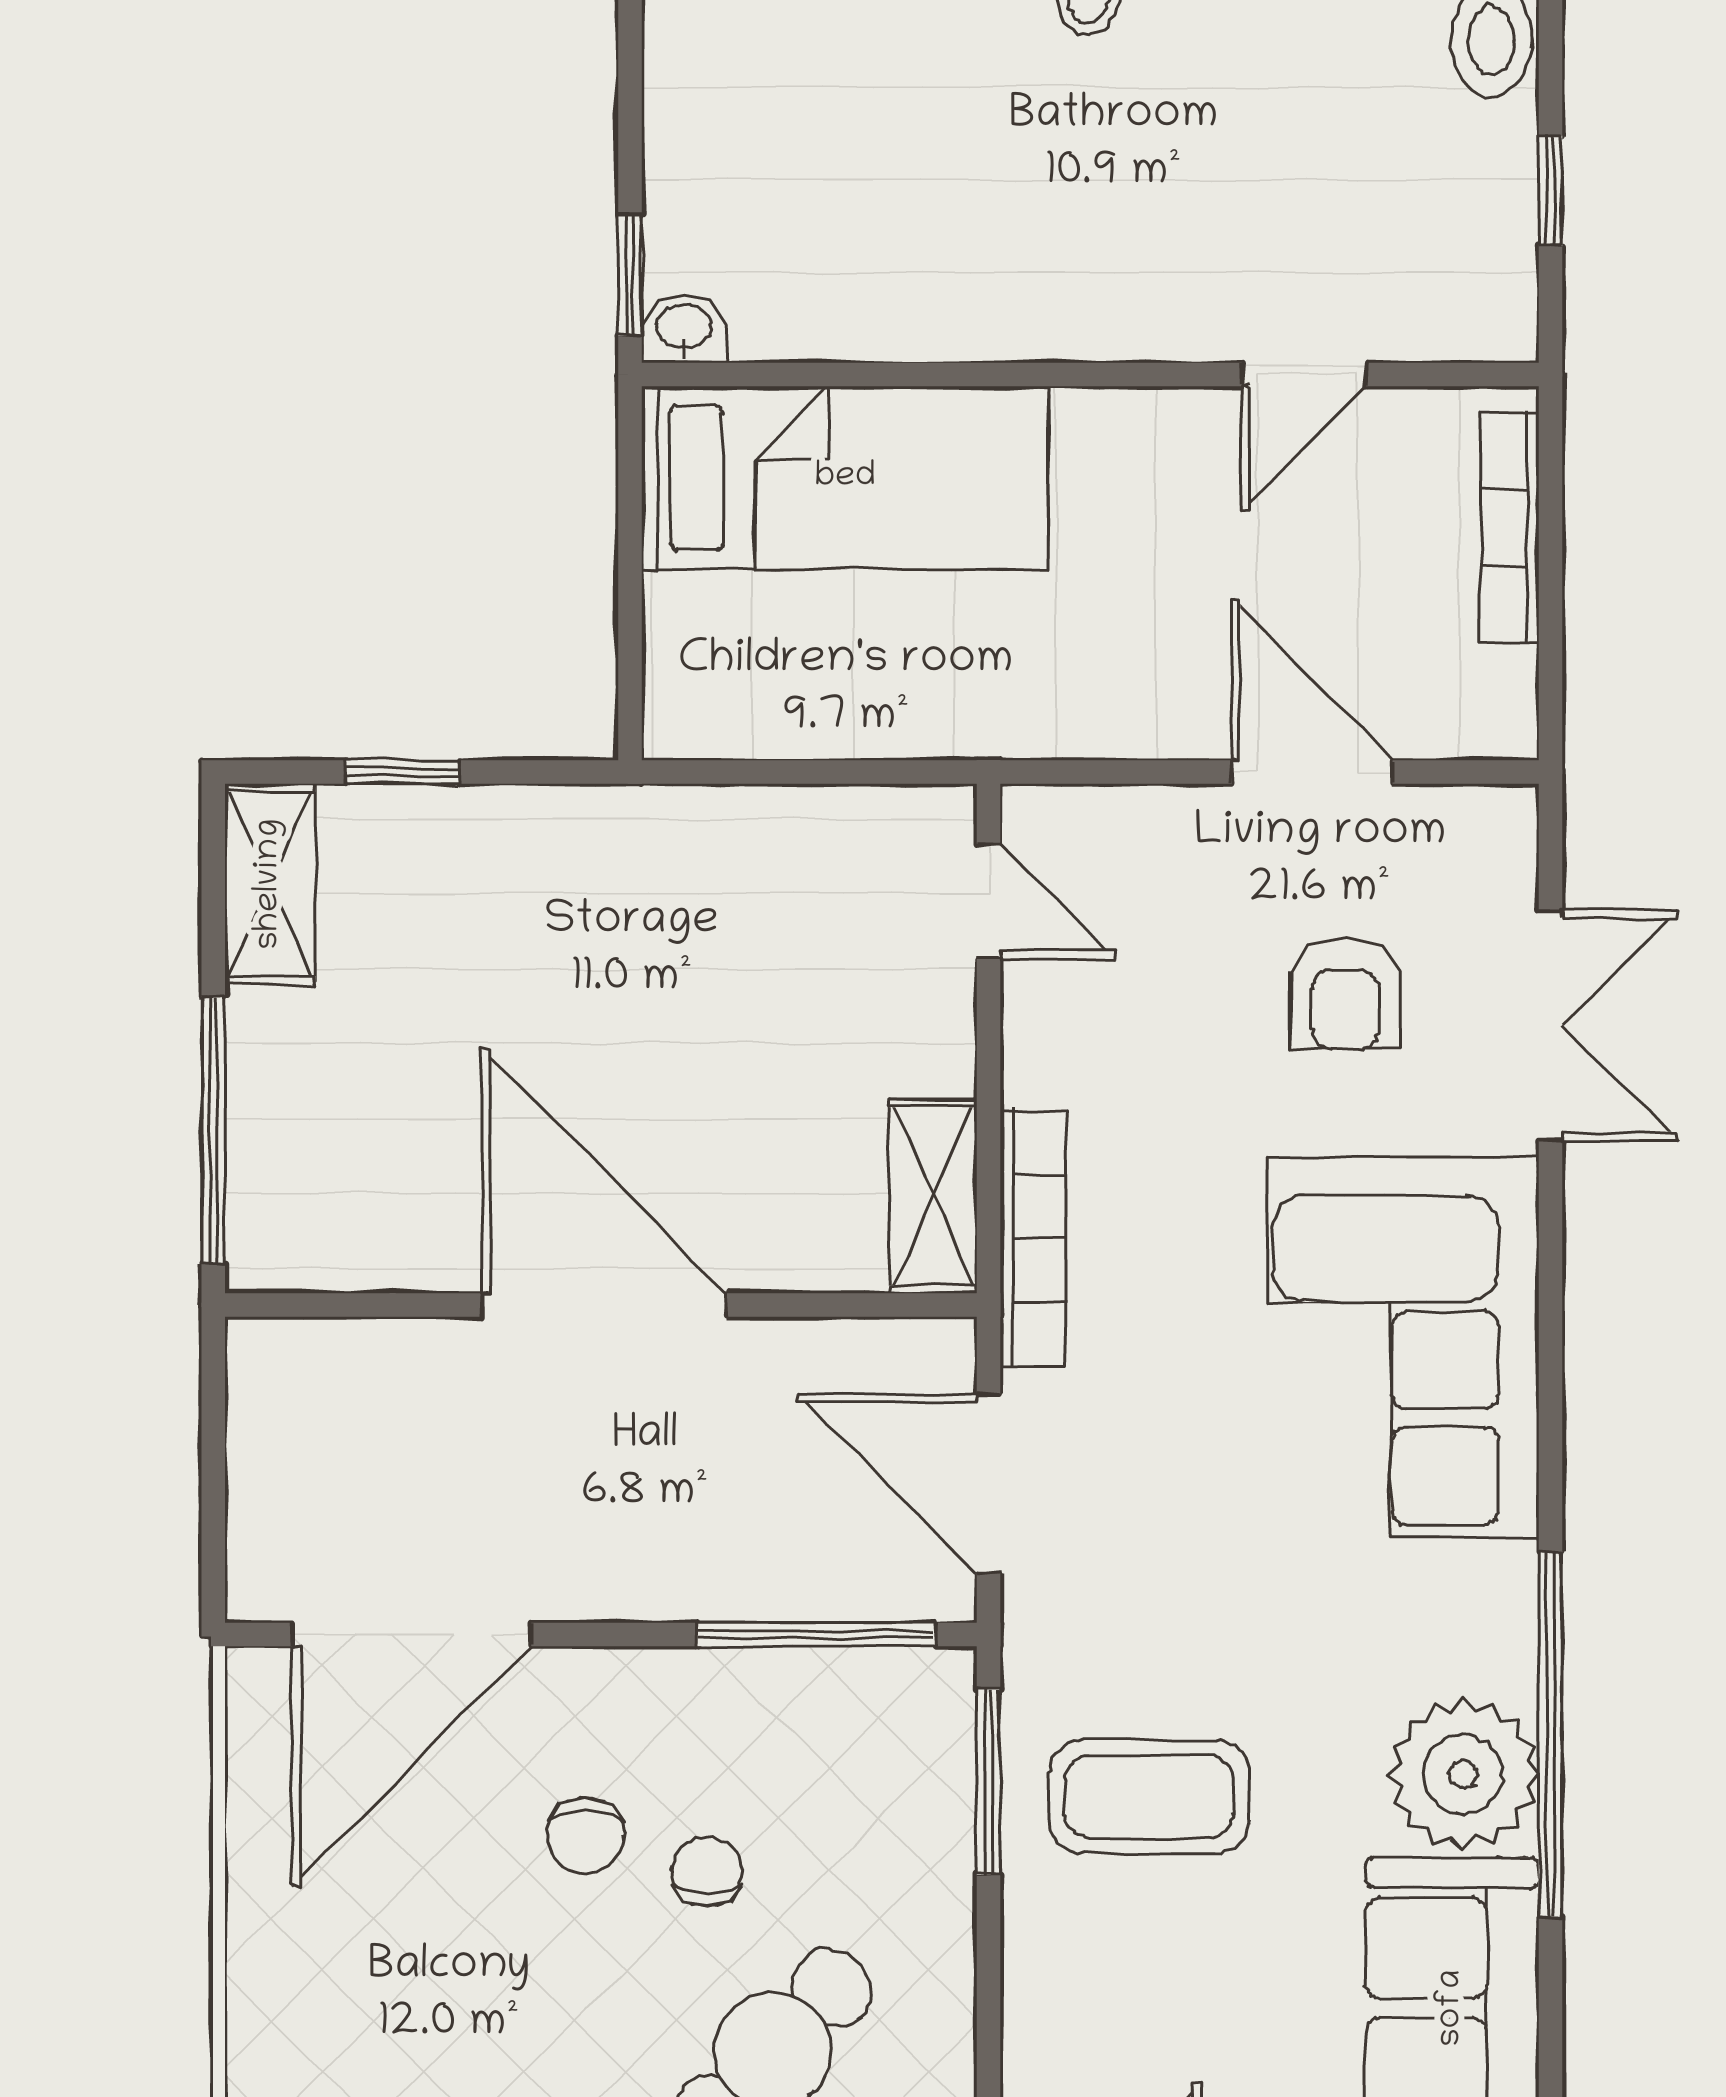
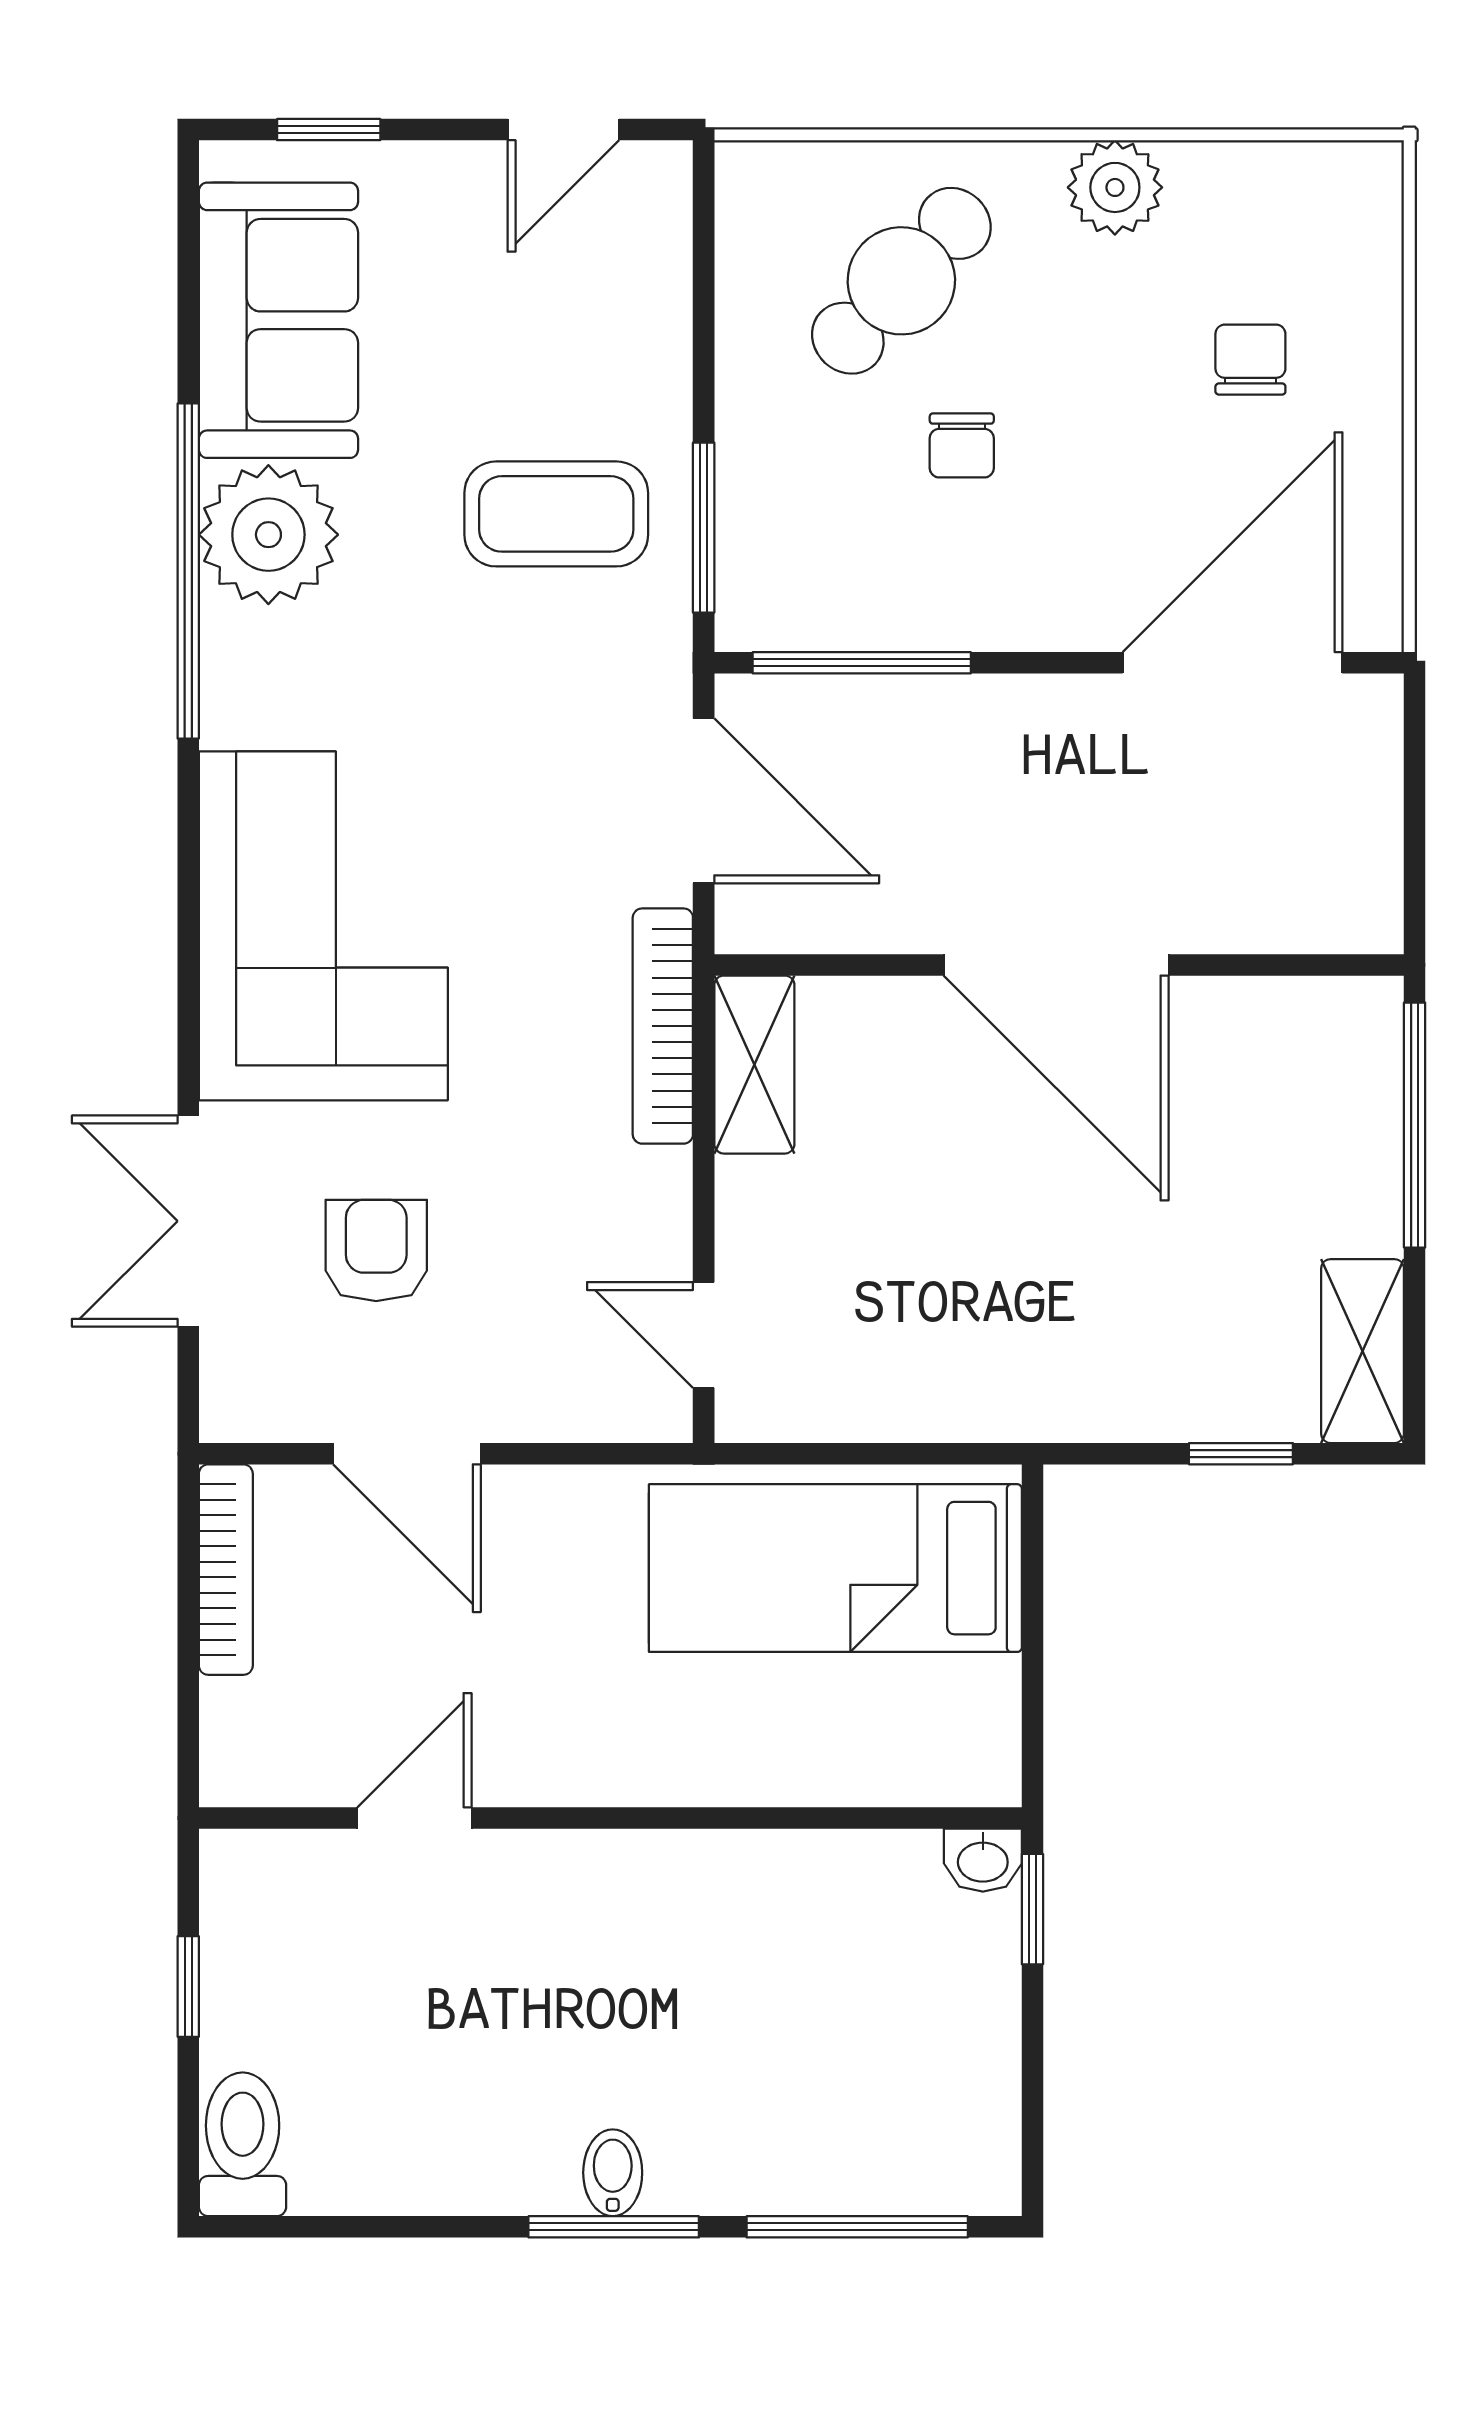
bed: (845, 478) -> (835, 1568), moved
bookcase: (1510, 527) -> (226, 1570), moved
chair: (586, 1835) -> (1250, 360), moved

